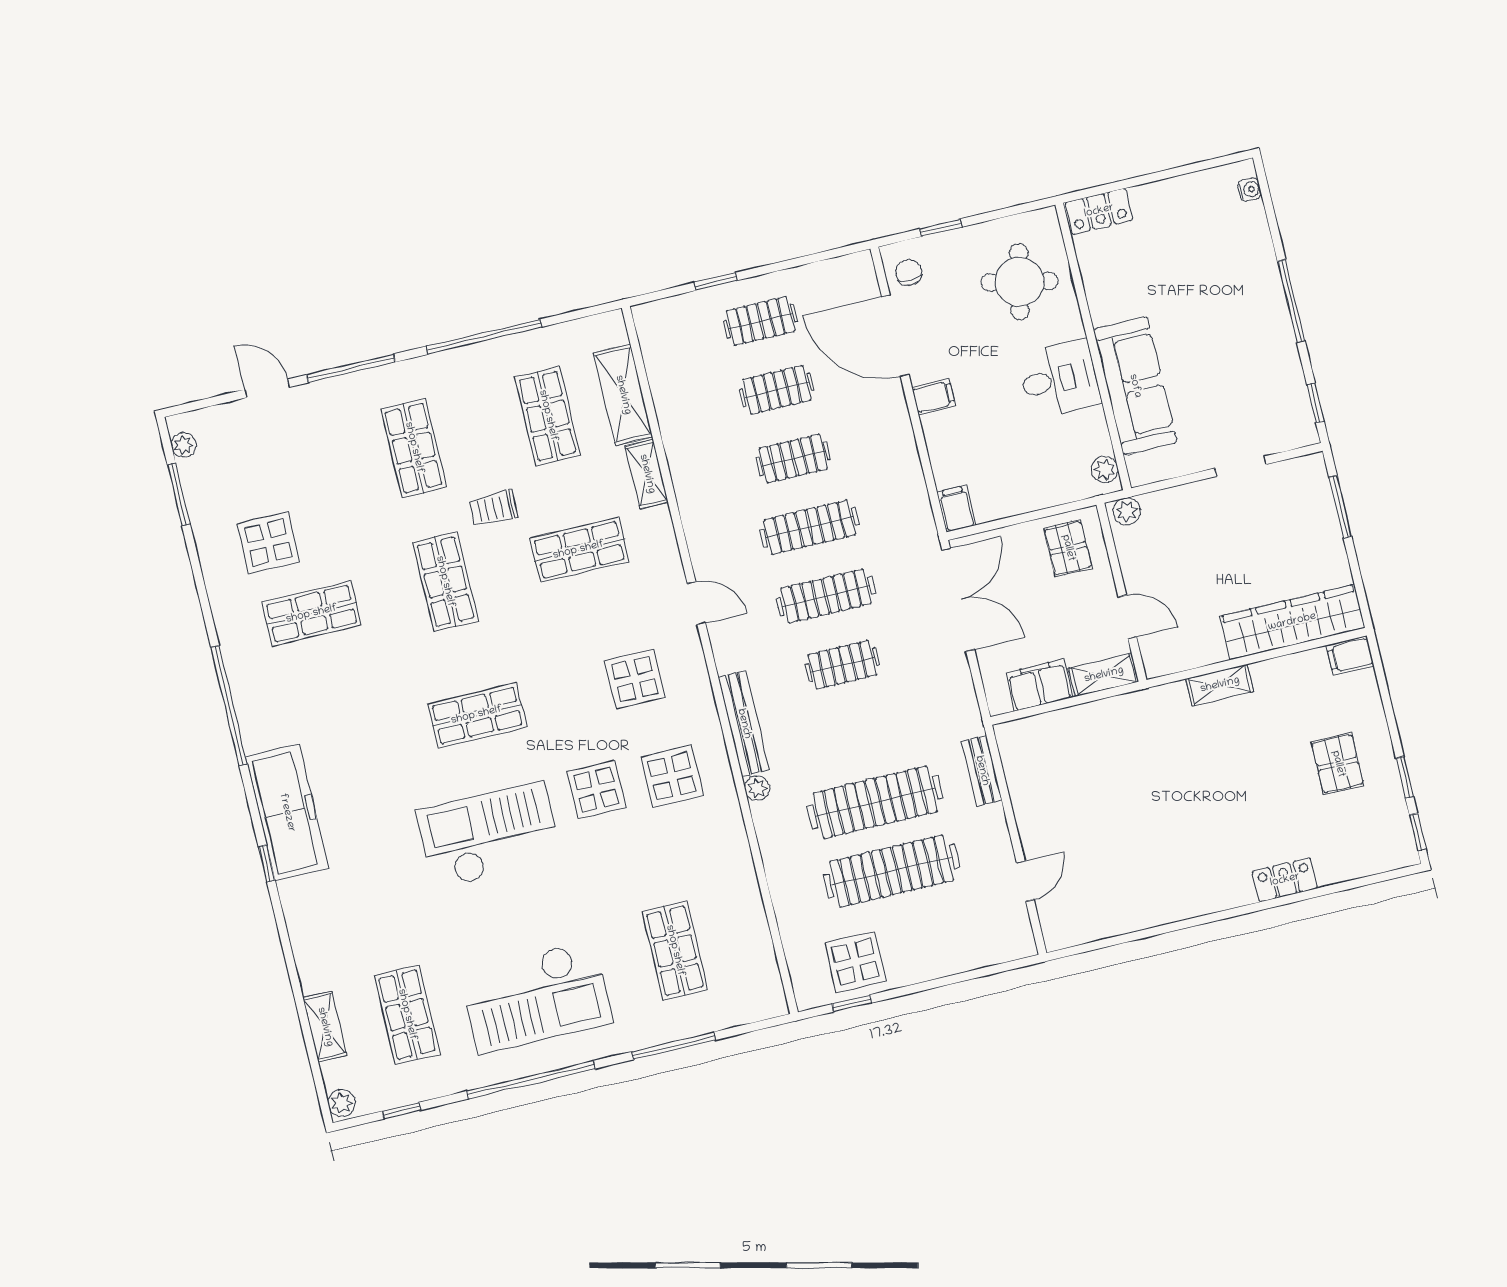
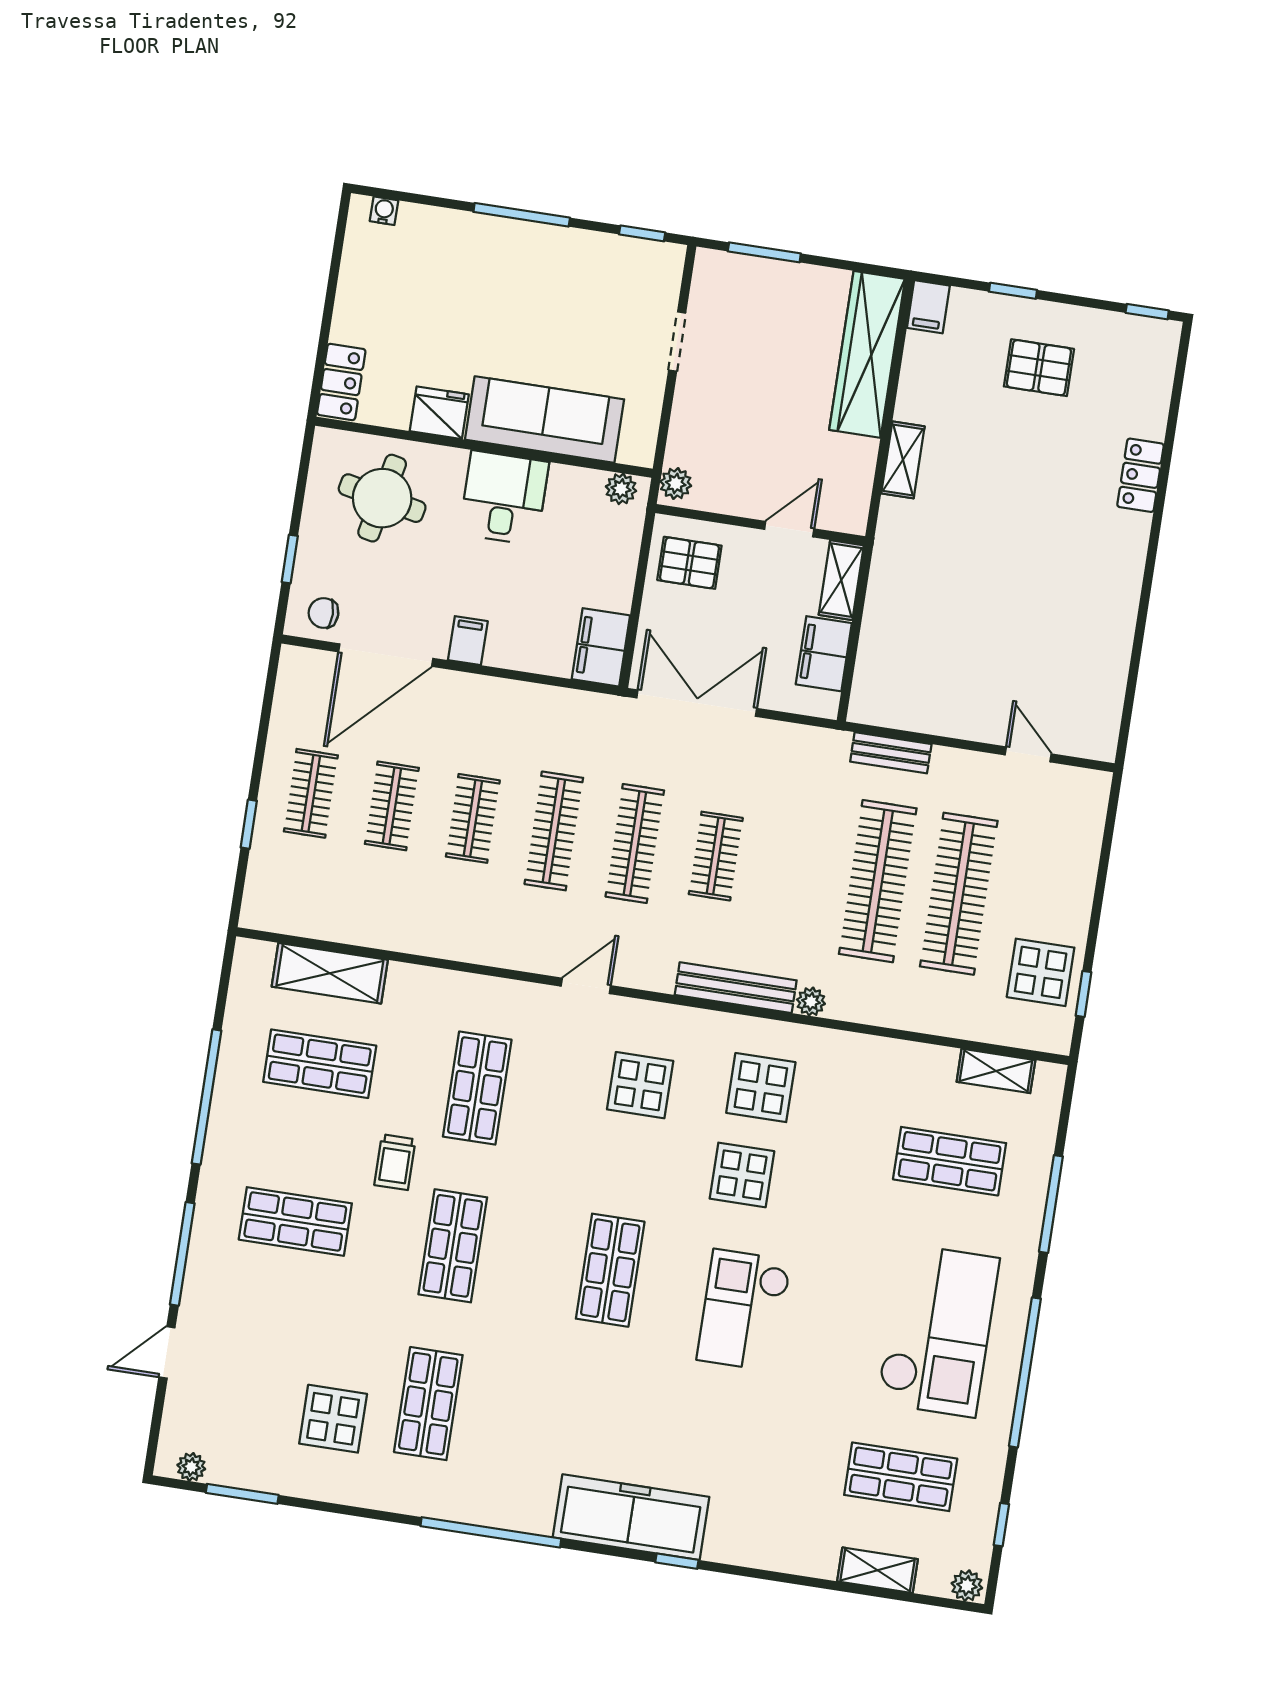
fridge: (1106, 300) -> (439, 413), added
shelving: (647, 474) -> (996, 1071), moved
filing cabinet: (956, 509) -> (601, 647), width x2.00
shop shelf: (445, 582) -> (453, 1246), turned 90
window: (1405, 777) -> (1013, 291), moved
checkout: (489, 835) -> (744, 1310), width x0.73, depth x0.83

